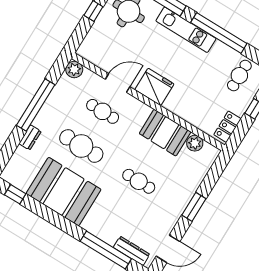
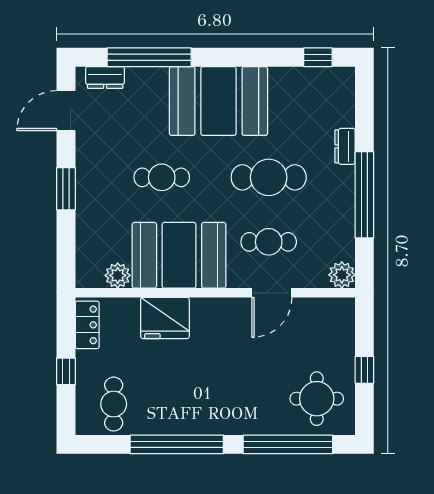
kitchen unit: (186, 30) -> (224, 421), removed
fridge: (154, 87) -> (165, 318), moved
booth: (165, 133) -> (179, 255), width x1.36, depth x1.42
booth: (64, 192) -> (218, 101), moved
dresser: (132, 251) -> (105, 77), width x0.70

